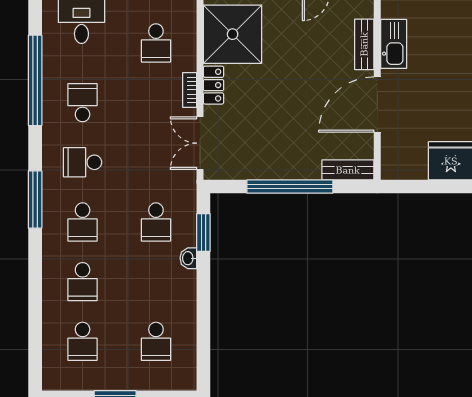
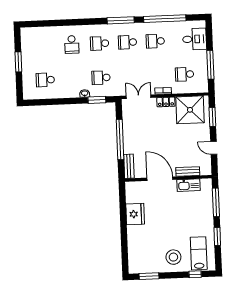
school desk: (83, 103) -> (155, 41), turned 180
school desk: (83, 162) -> (127, 42), turned -90
window: (35, 200) -> (121, 20), moved
school desk: (83, 282) -> (72, 44), turned -90
school desk: (83, 341) -> (44, 46), removed

